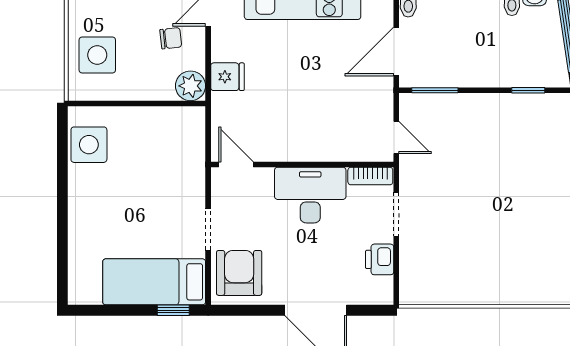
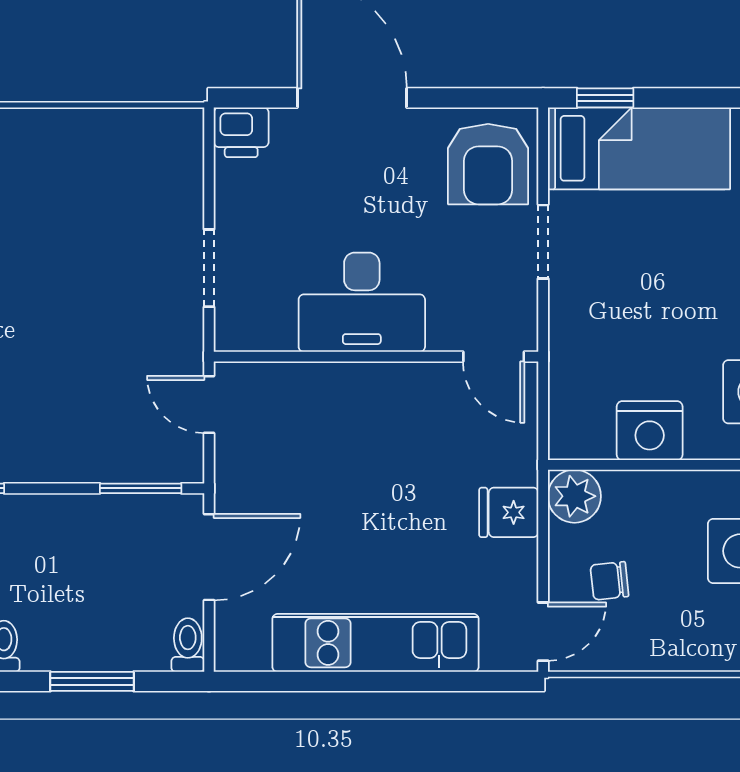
nightstand: (148, 123) -> (650, 431), added
bookcase: (370, 176) -> (255, 336), removed
printer: (380, 259) -> (241, 132), moved, turned 90

